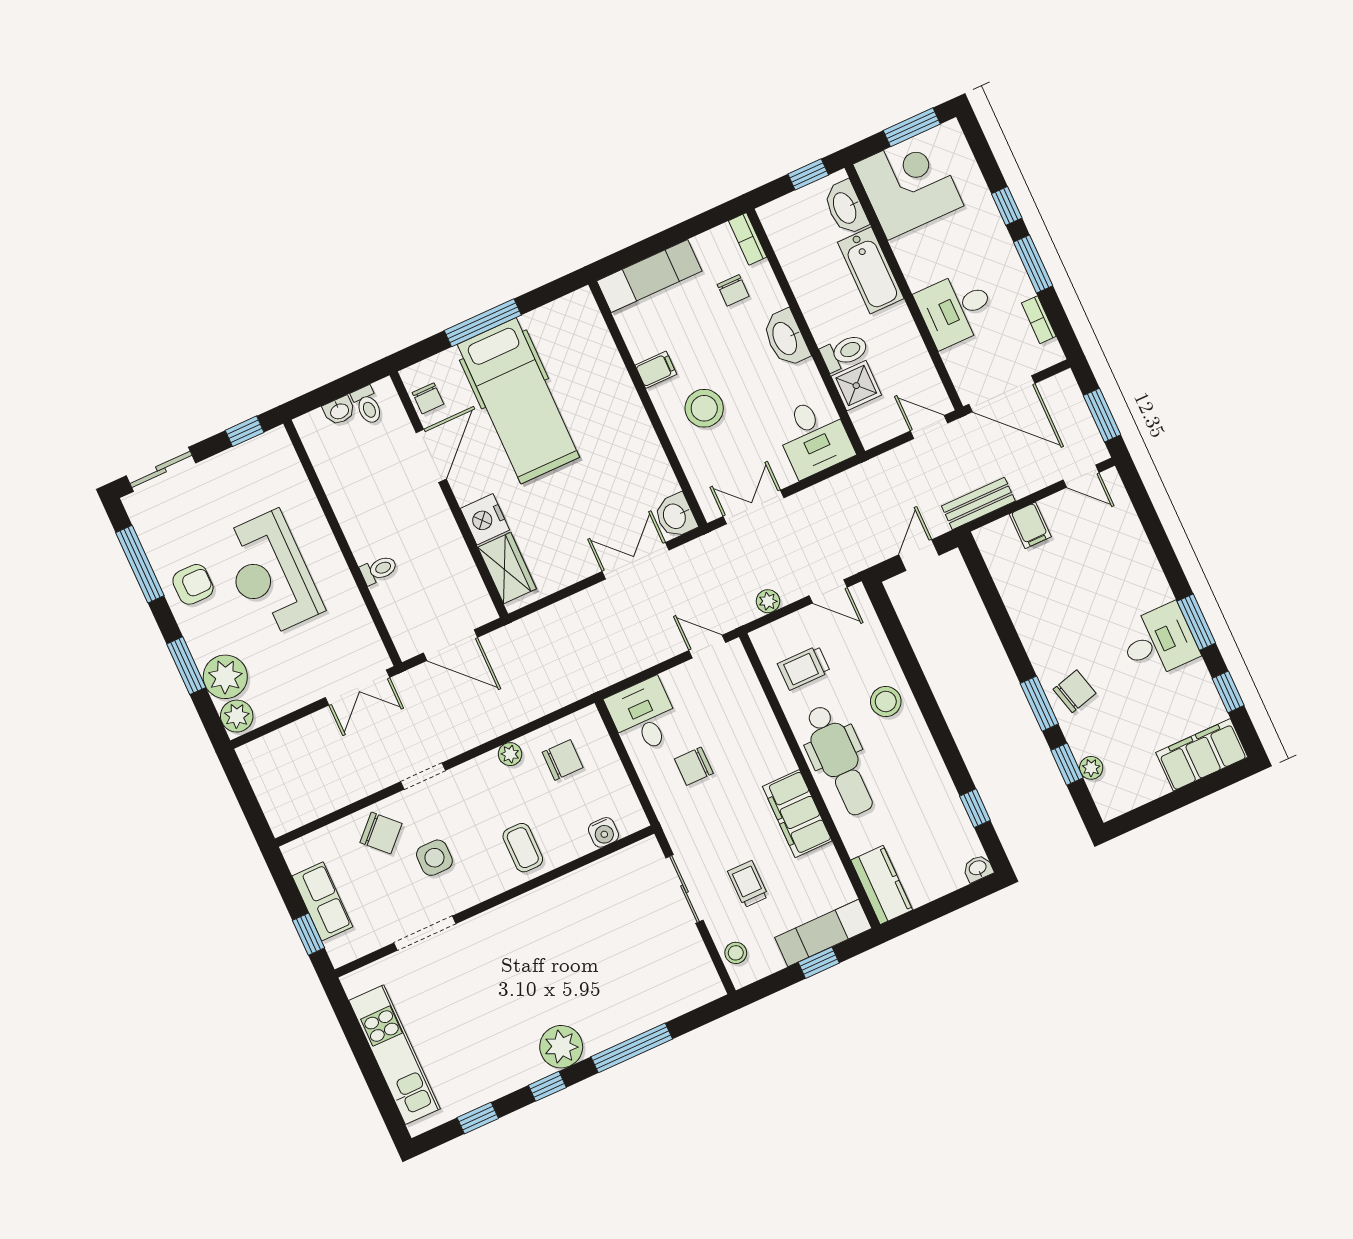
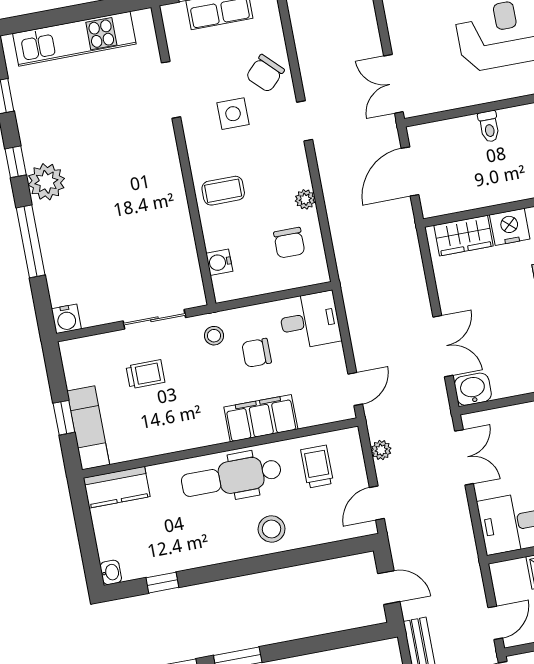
chair: (694, 766) -> (257, 353), turned -90
filing cabinet: (797, 814) -> (261, 418), moved
stool: (736, 953) -> (214, 336), moved
water cooler: (708, 987) -> (66, 319), added

